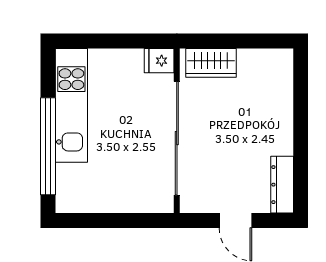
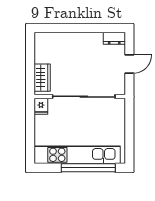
kitchen unit: (71, 105) -> (77, 155), width x1.36
dresser: (282, 185) -> (114, 38), width x0.70

